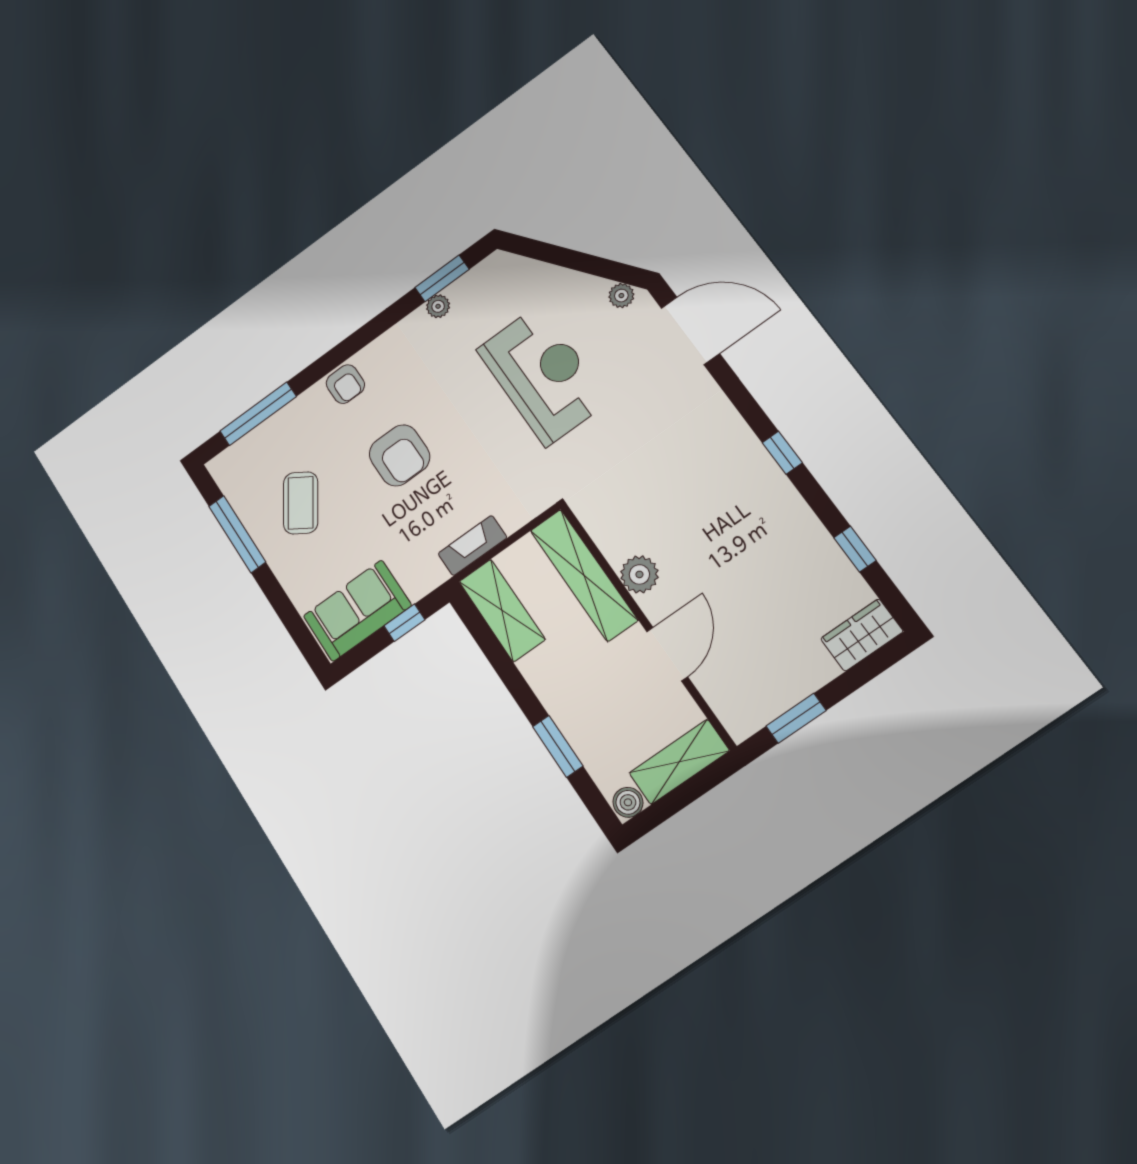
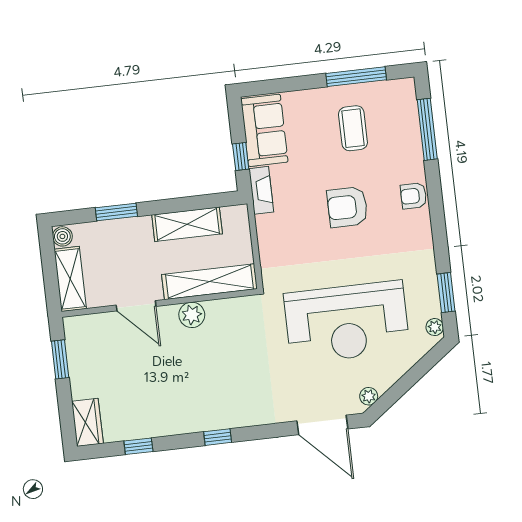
plant: (438, 306) -> (435, 327), moved
door: (690, 331) -> (322, 425), hinge flipped
reception desk: (543, 375) -> (347, 322), width x1.36, depth x1.30
coffee table: (301, 503) -> (353, 128), turned 57
fireplace: (472, 546) -> (261, 190), moved
shelving: (502, 610) -> (187, 224), moved

